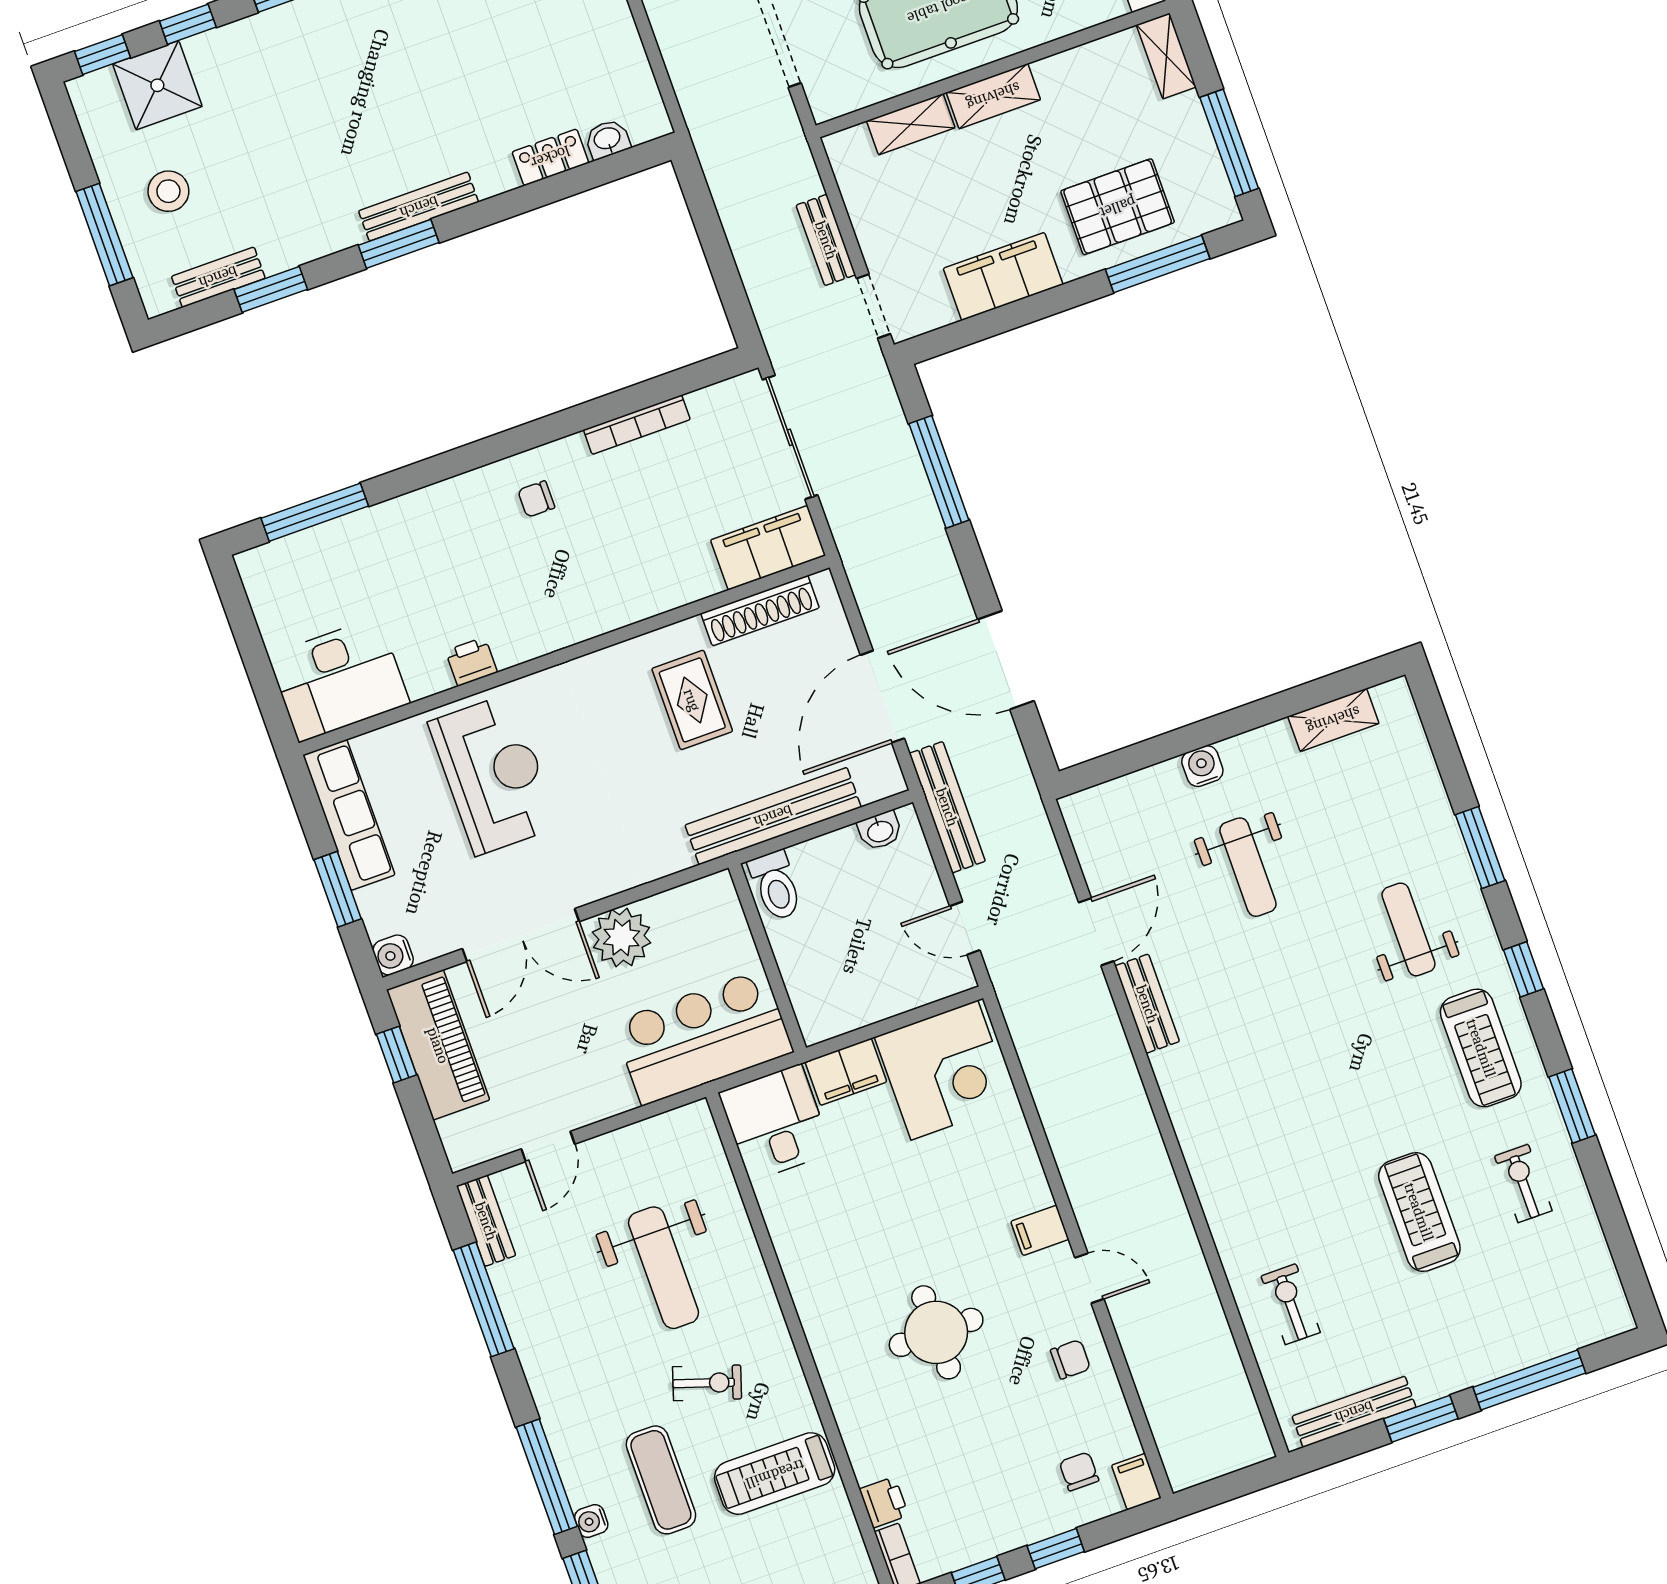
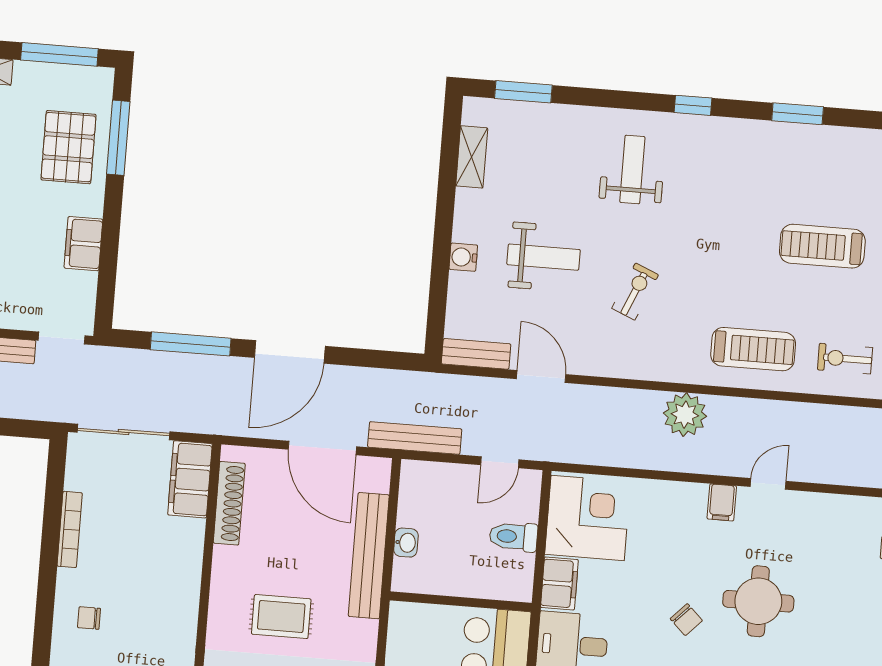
filing cabinet: (1003, 276) -> (83, 244), width x0.67, depth x0.86
chair: (536, 499) -> (89, 618), turned 90
door: (1006, 660) -> (290, 352), moved
rug: (692, 700) -> (281, 617), moved
washbasin: (880, 831) -> (406, 543), moved
window: (1480, 848) -> (523, 92), moved
toilet: (776, 886) -> (513, 537), moved, turned 180
weight bench: (1408, 929) -> (632, 170), turned 90
bench: (1147, 1004) -> (476, 354), moved
treadmill: (1481, 1048) -> (753, 349), moved
plant: (1130, 1134) -> (685, 415), added
exercise bike: (1523, 1183) -> (635, 292), moved, turned 113
chair: (1070, 1359) -> (686, 620), moved, turned 134

